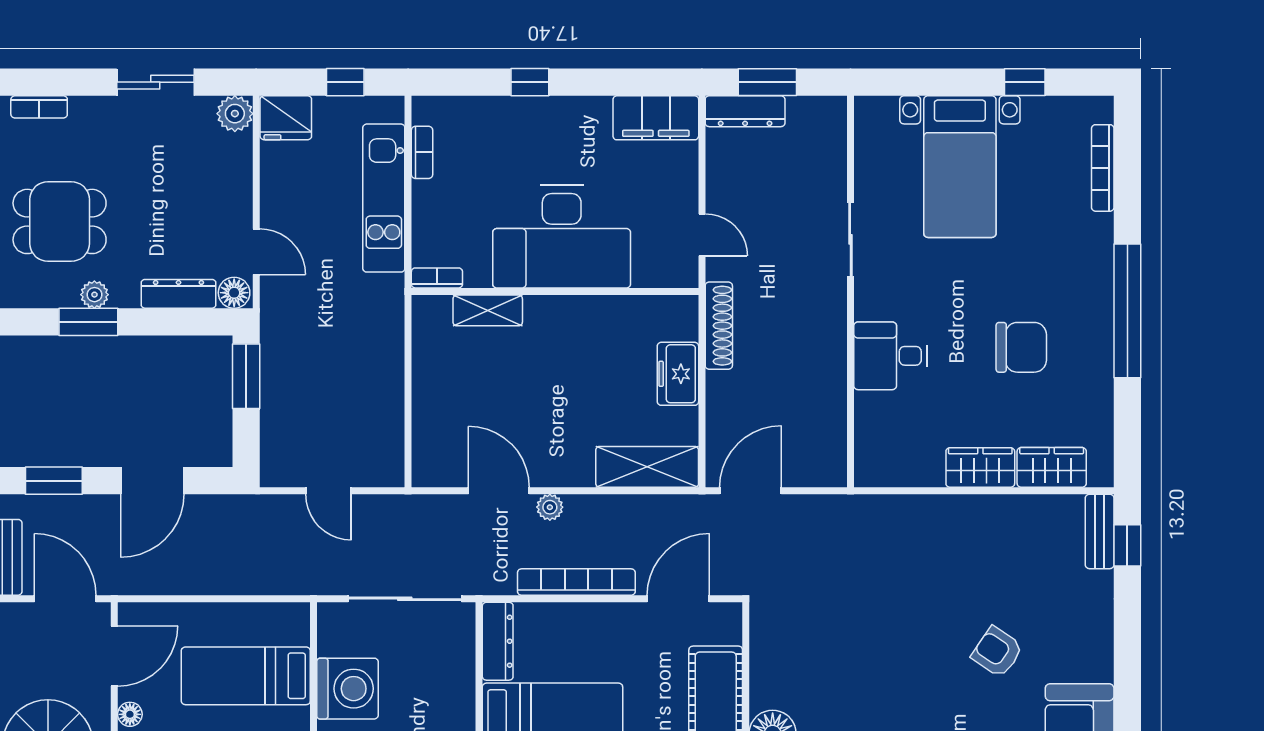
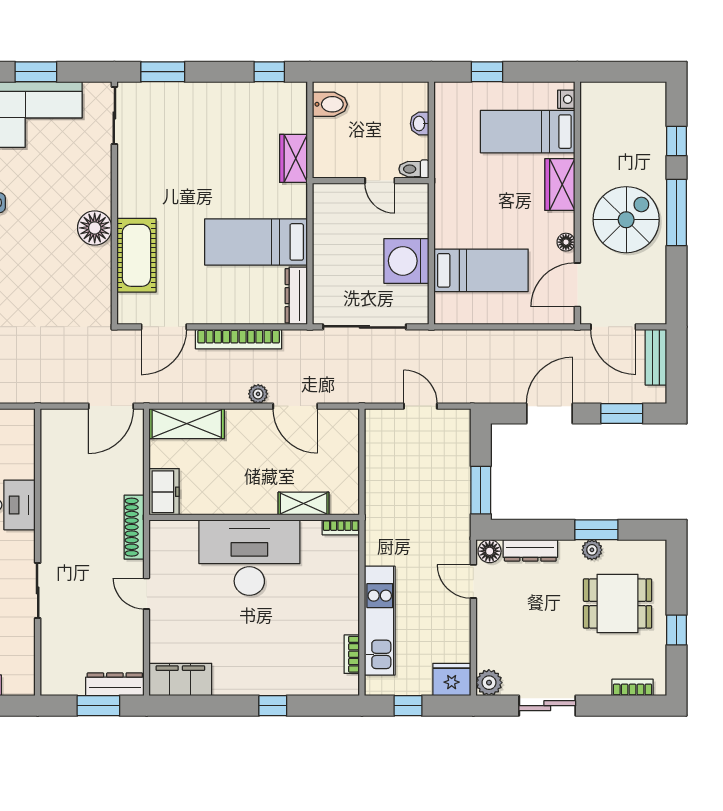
desk: (562, 237) -> (249, 558), moved
bookcase: (437, 278) -> (341, 527), moved
wall: (555, 292) -> (254, 517), moved
shelving: (488, 310) -> (304, 504), moved

